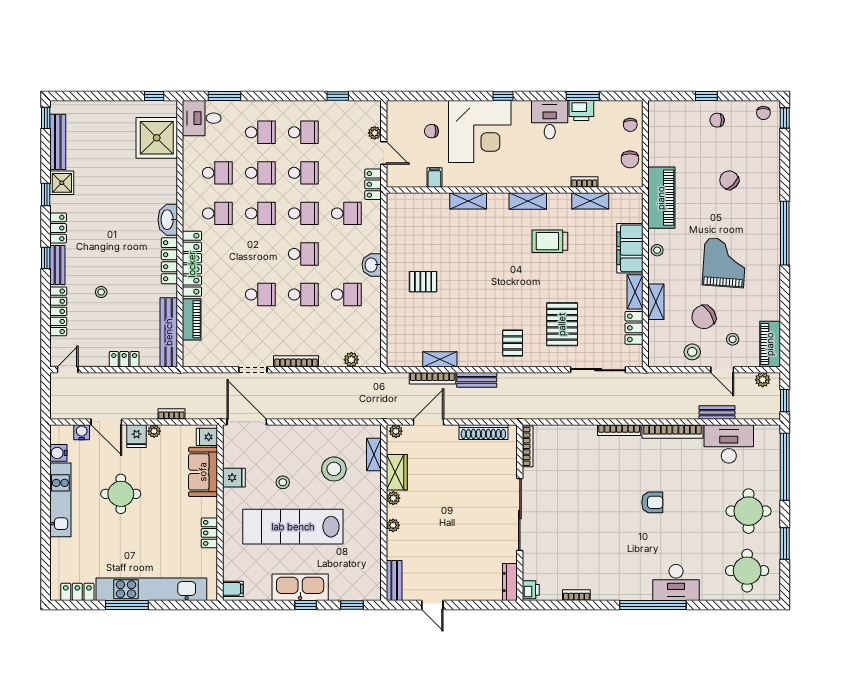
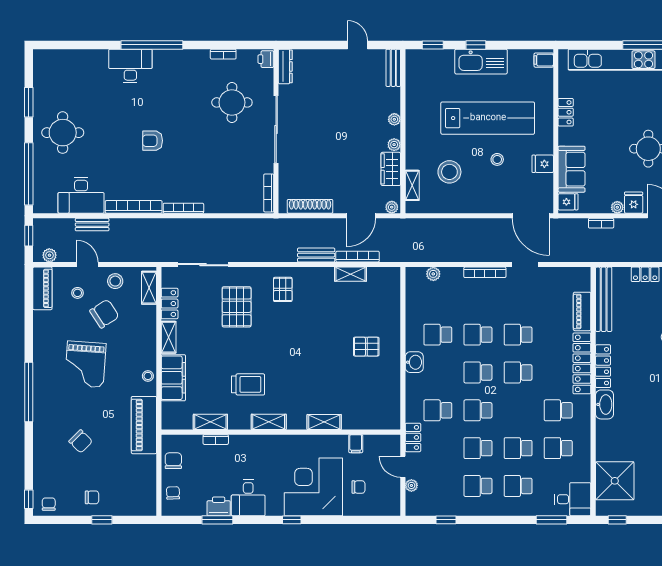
school desk: (260, 213) -> (518, 372), moved
shelving: (656, 302) -> (149, 288), moved
round table: (747, 571) -> (232, 102), moved

